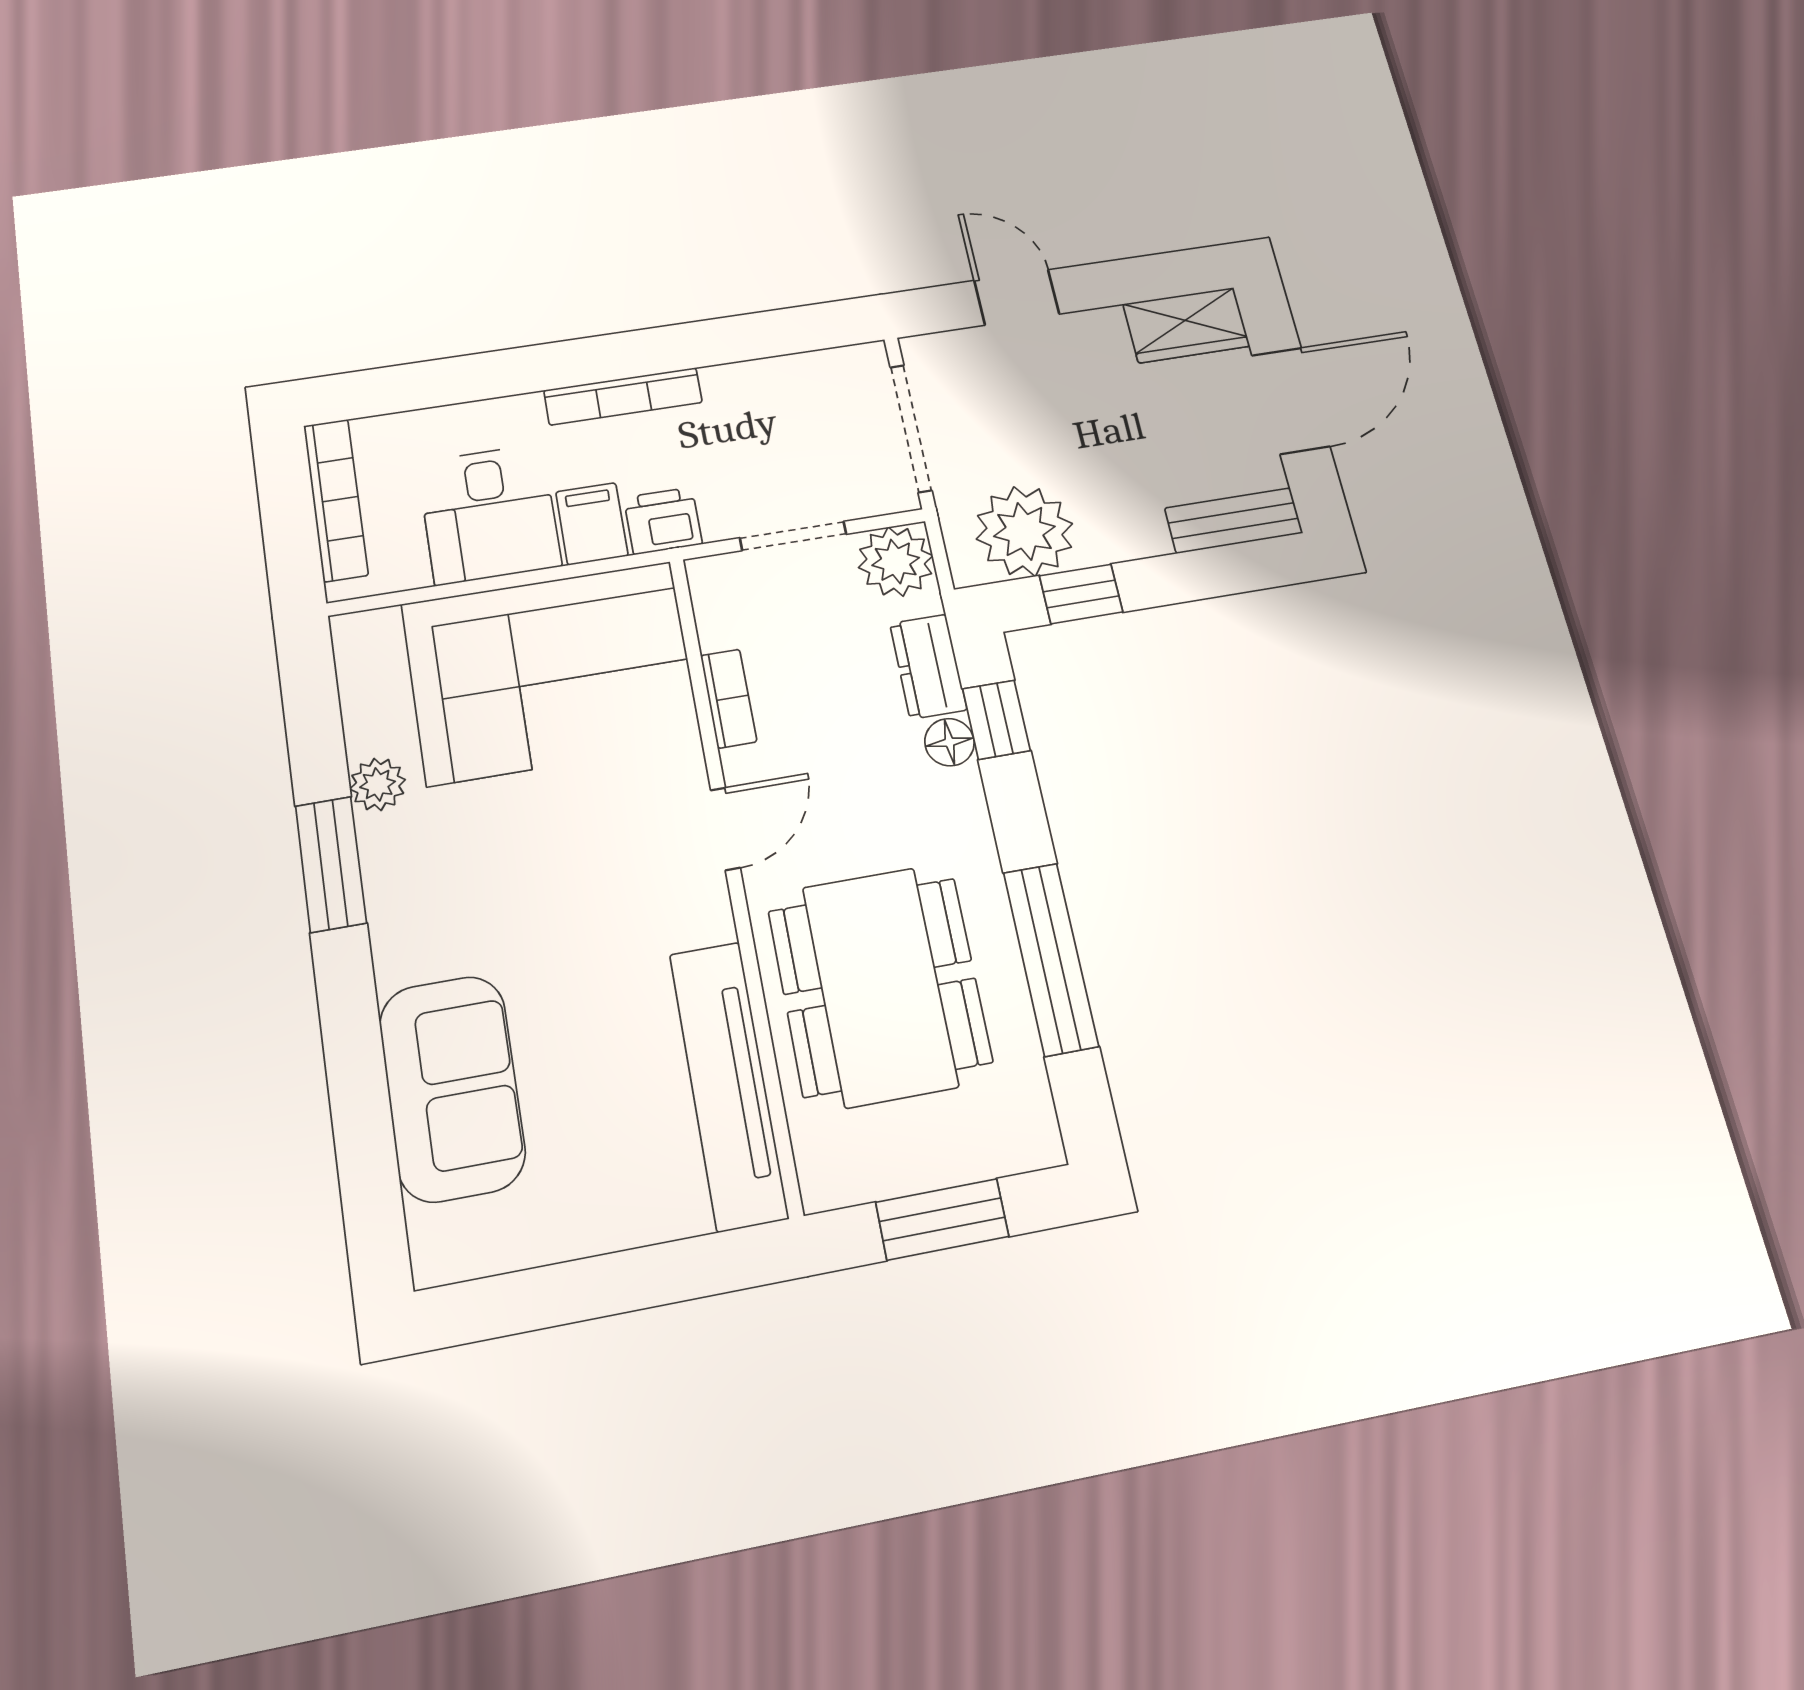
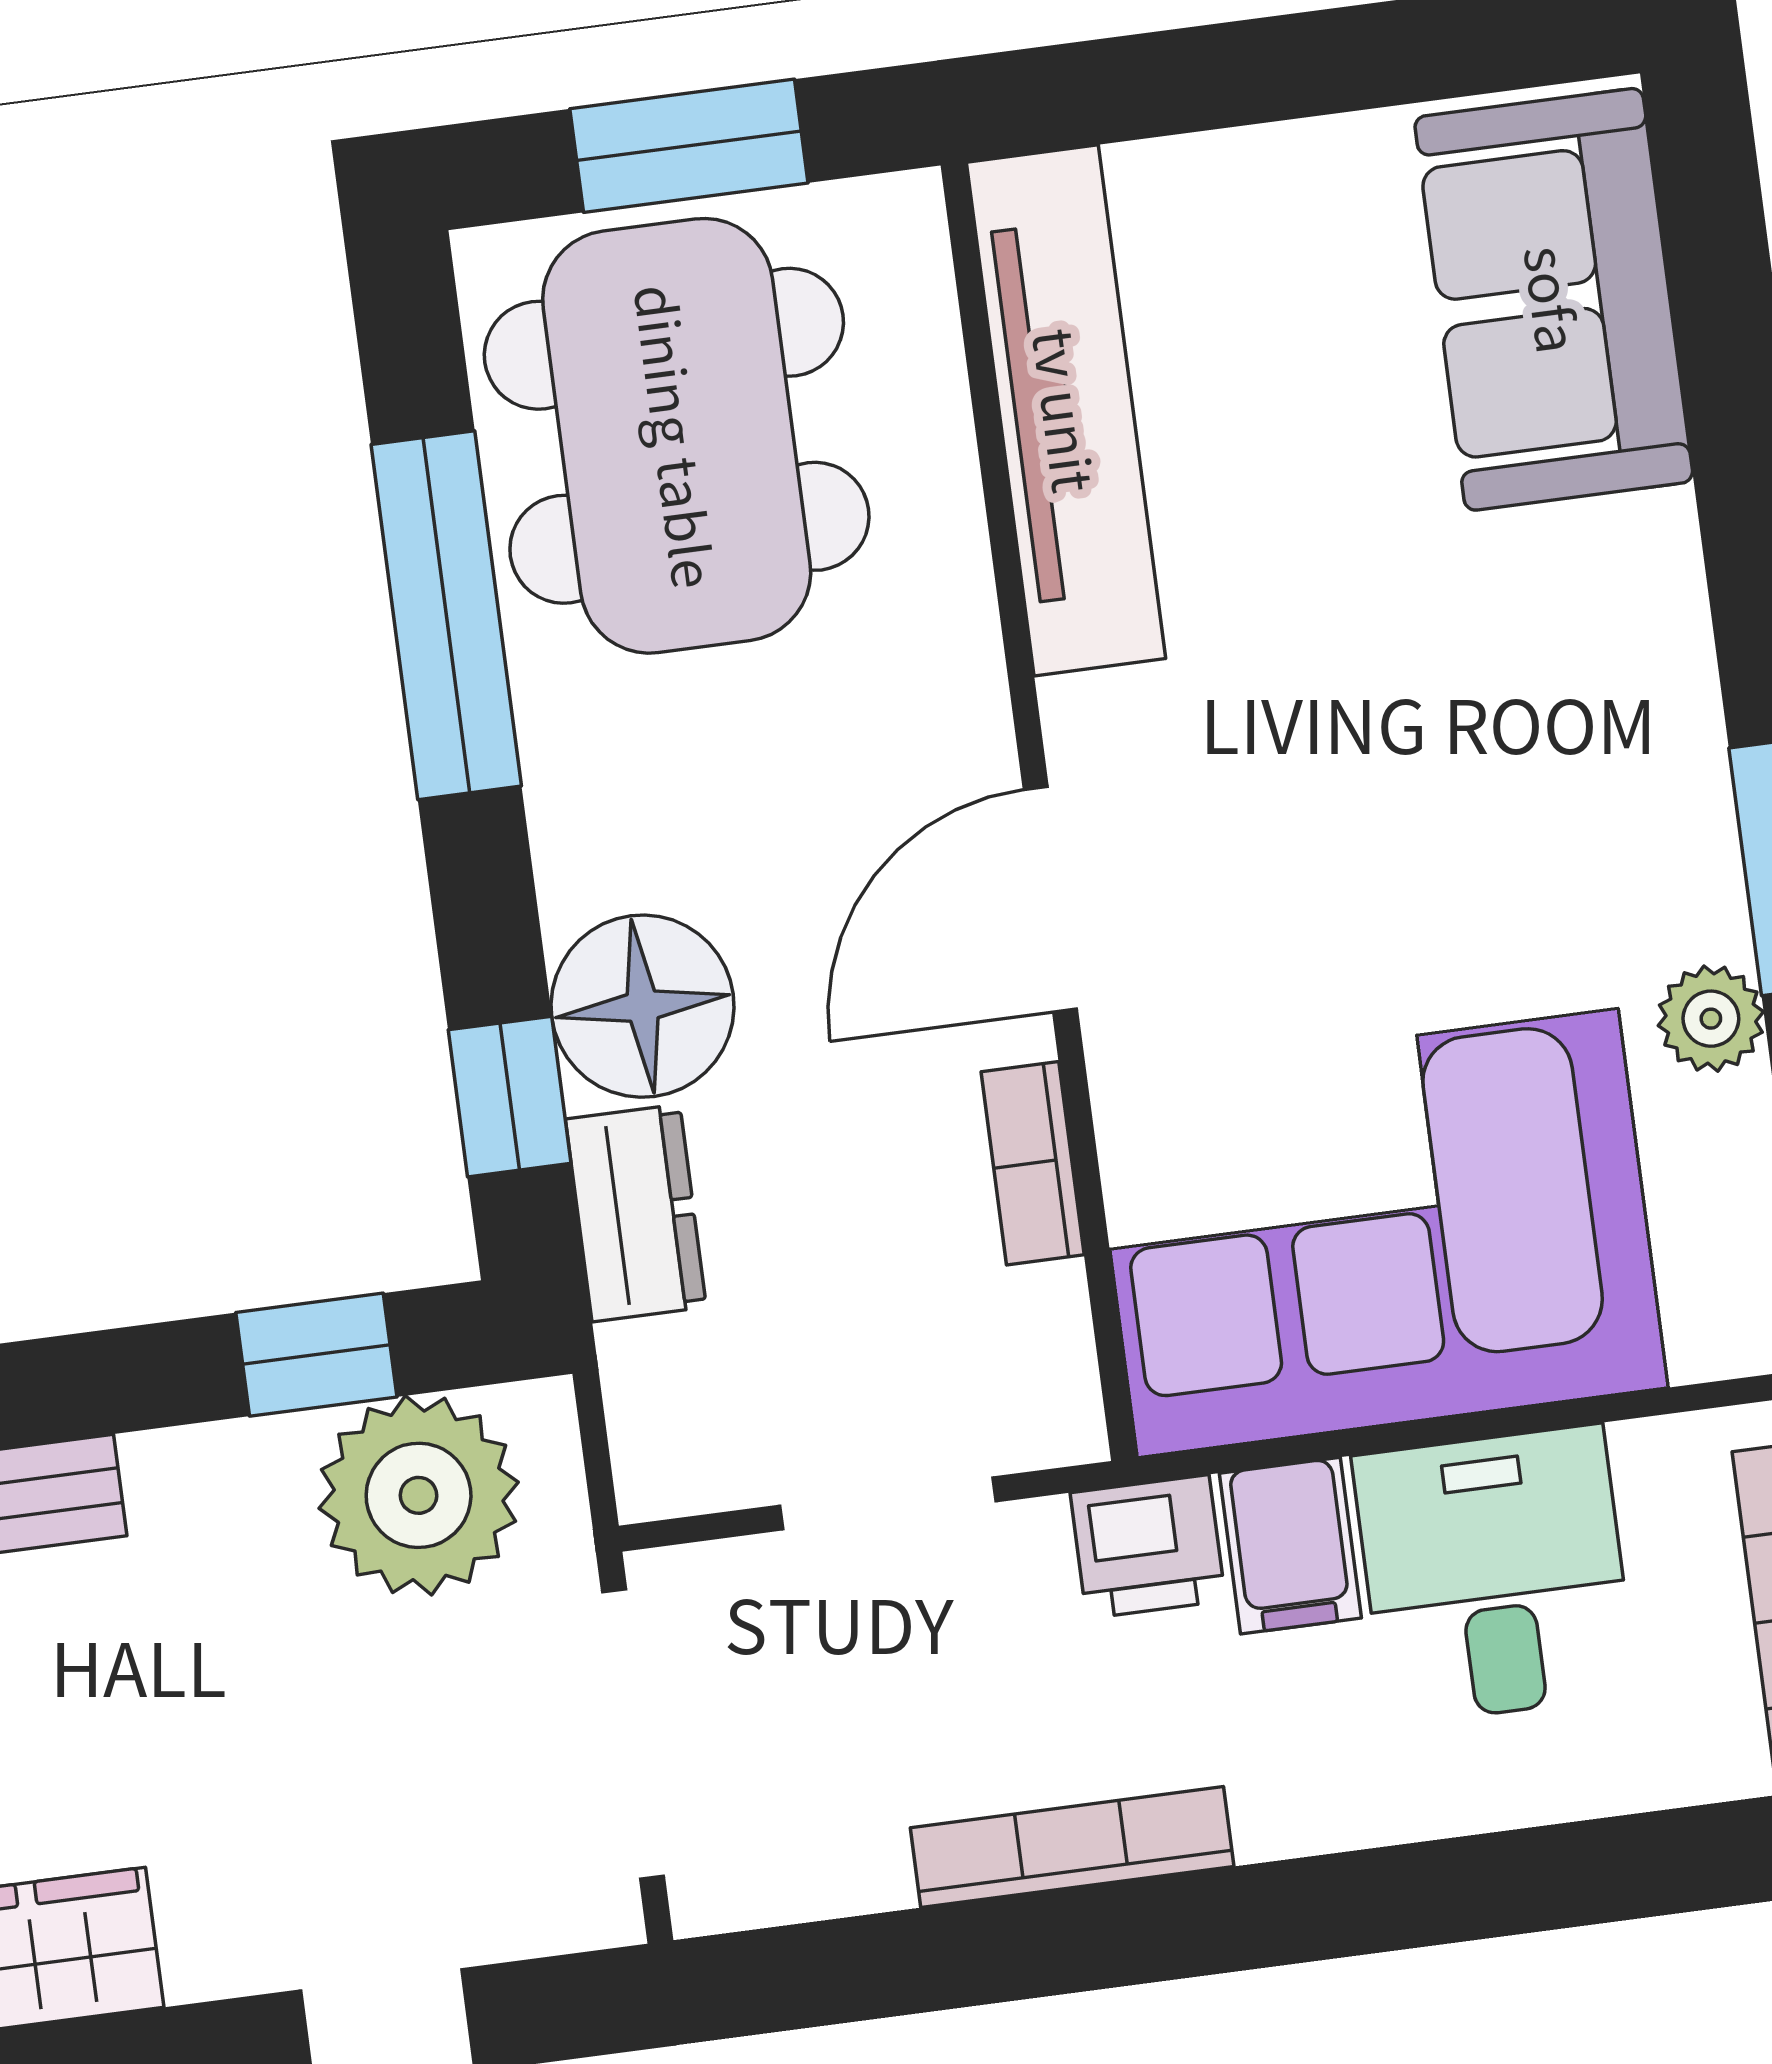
bookcase: (623, 396) -> (1072, 1847), moved
plant: (896, 562) -> (685, 1440), removed
floor lamp: (949, 742) -> (643, 1006), width x1.89, depth x1.89
door: (725, 829) -> (1050, 899), width x1.37
dining table: (880, 986) -> (677, 436), moved
sofa: (452, 1088) -> (1554, 299), moved

